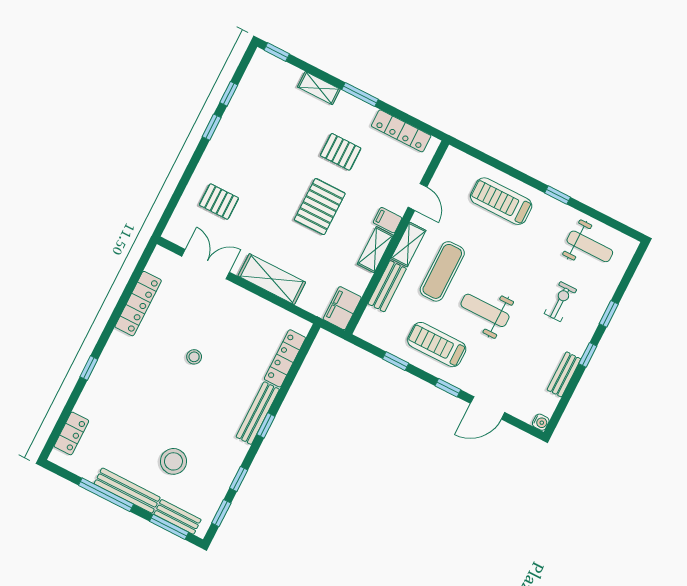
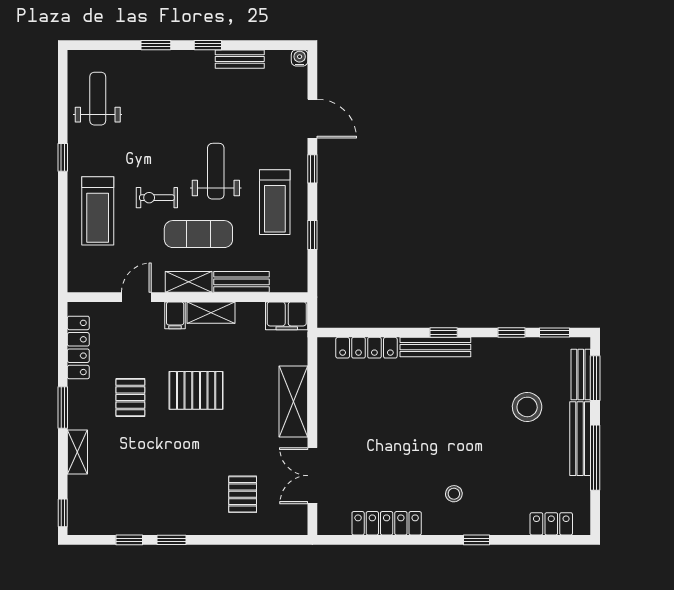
exercise bike: (560, 302) -> (157, 198), moved
weight bench: (485, 310) -> (216, 171), turned 180
stool: (194, 357) -> (454, 494), moved

